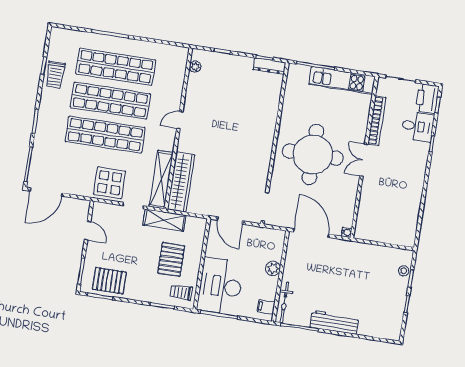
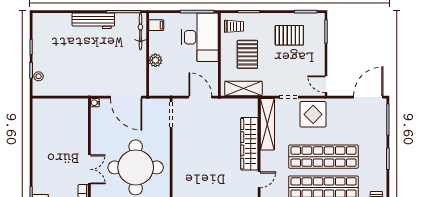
wardrobe: (181, 182) -> (249, 144), moved
shelving: (164, 220) -> (243, 88), moved
door: (88, 231) -> (326, 84), moved
pallet: (109, 281) -> (289, 35), moved

